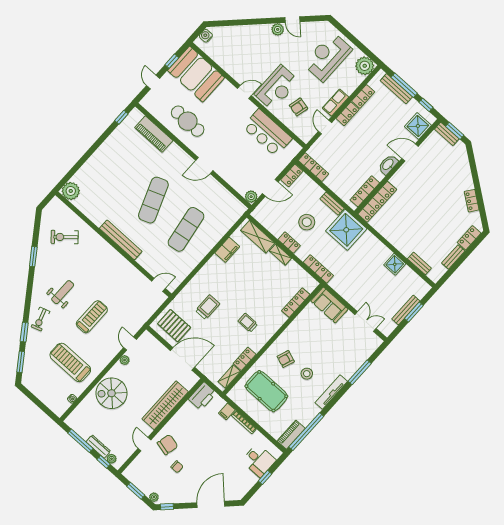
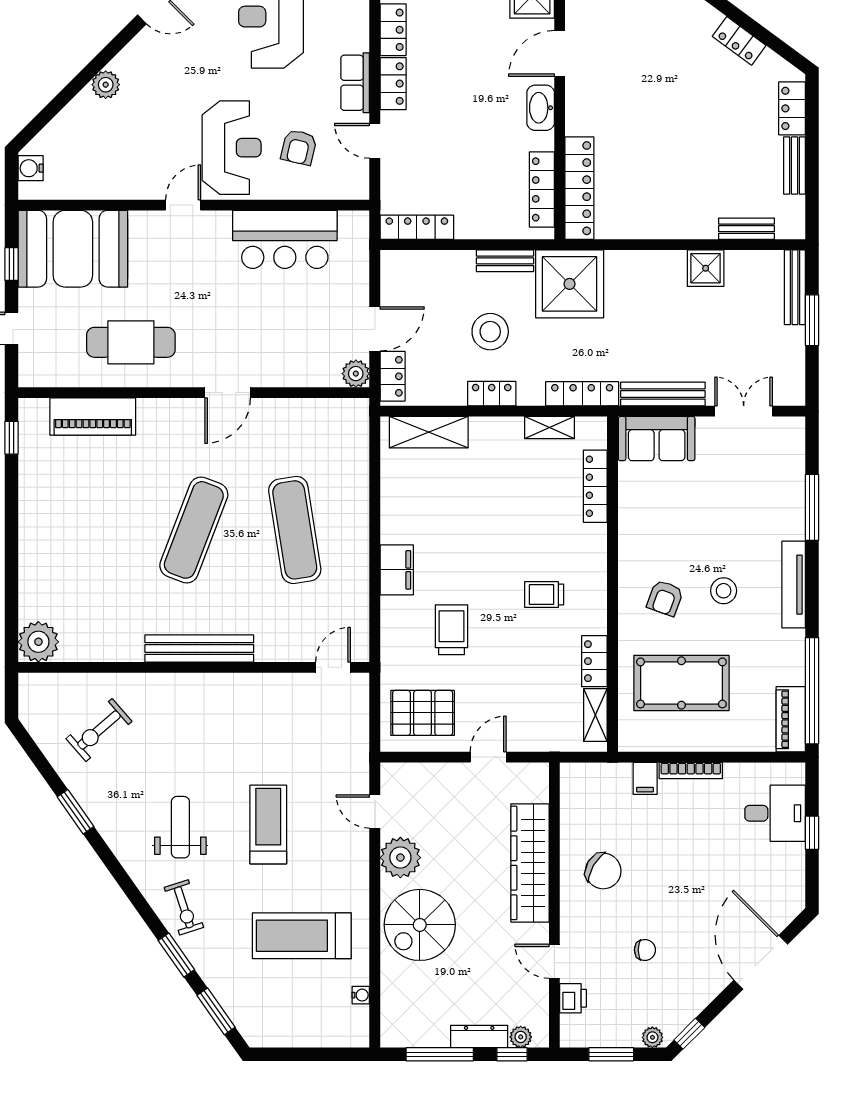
plant: (278, 29) -> (106, 85), moved
locker: (292, 175) -> (393, 376), moved
exercise mat: (153, 200) -> (194, 530), turned 42
filing cabinet: (227, 250) -> (397, 570), moved
shelving: (280, 255) -> (550, 428), moved
bench: (344, 292) -> (663, 394), added
bench: (406, 310) -> (795, 287), moved
door: (182, 359) -> (488, 757), width x0.53
plant: (125, 360) -> (400, 858), width x1.88, depth x1.88
printer: (202, 396) -> (573, 998), moved, width x0.53, depth x0.68
chair: (168, 445) -> (603, 871), moved, turned 107

